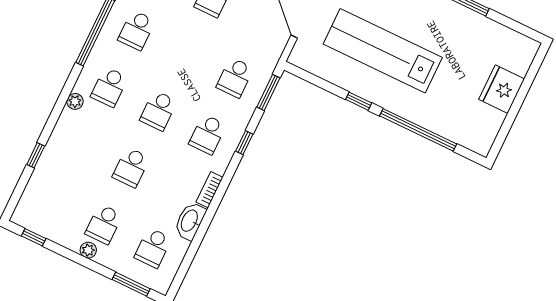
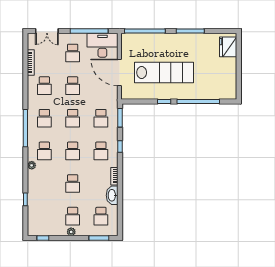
lab bench: (383, 51) -> (164, 73), turned 180
school desk: (186, 54) -> (73, 118), added
fridge: (502, 89) -> (228, 47), moved

